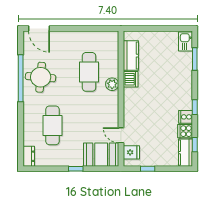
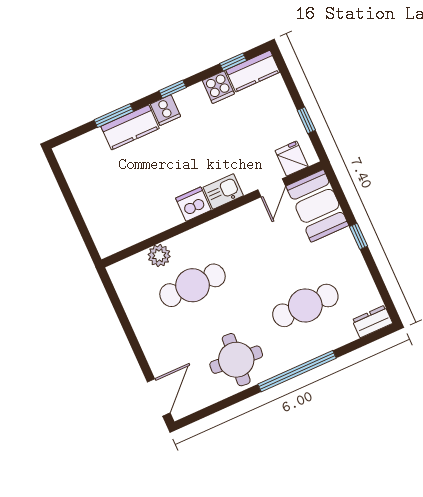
kitchen sink: (185, 42) -> (223, 191), moved, turned 180
kitchen counter: (131, 56) -> (130, 127), moved, turned 180
window: (195, 59) -> (114, 116), moved
window: (21, 78) -> (297, 371), moved
dishwasher: (131, 79) -> (193, 204), moved
plant: (112, 84) -> (159, 256), moved
cooker: (186, 117) -> (165, 110), moved

